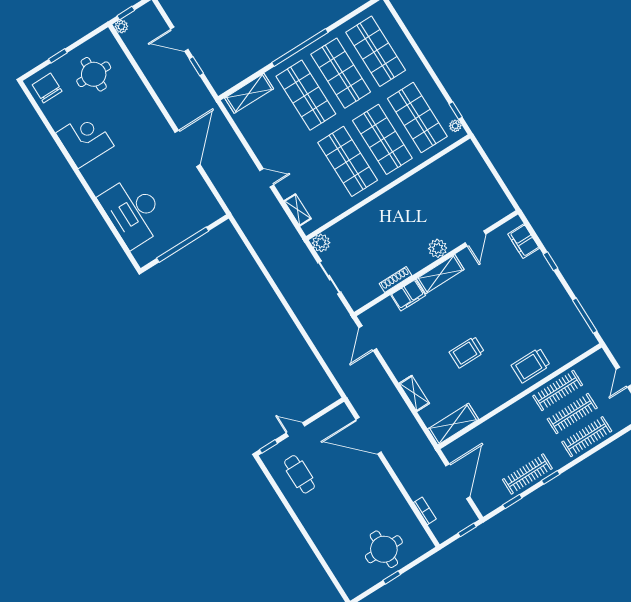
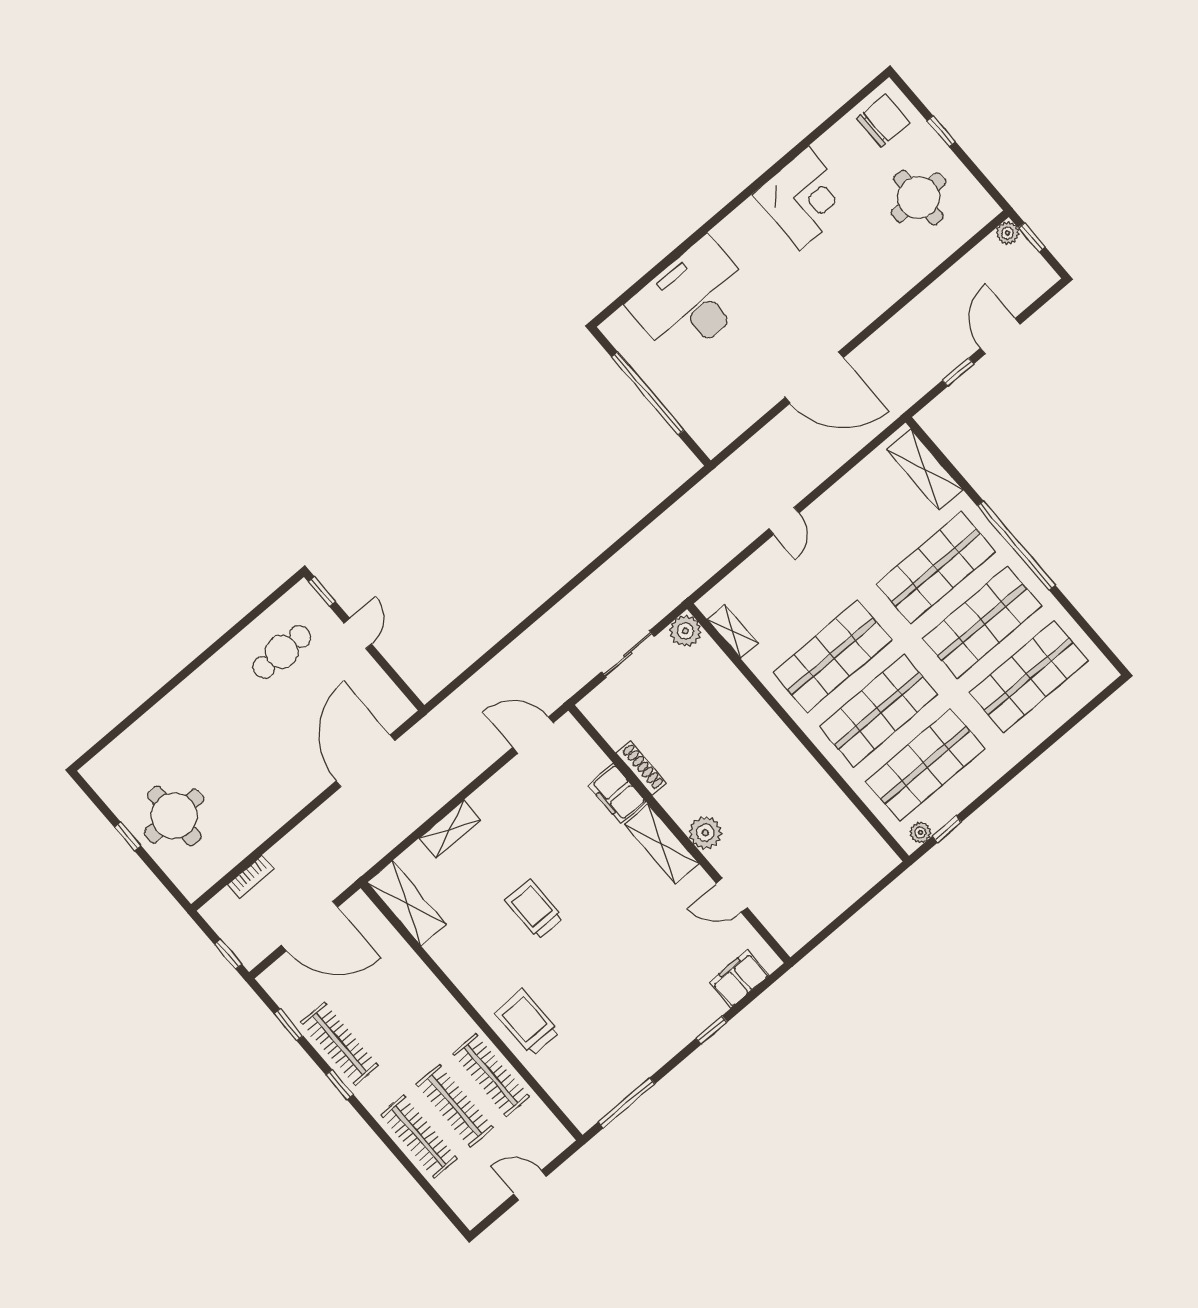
shelving: (298, 210) -> (733, 631), moved, turned 90

